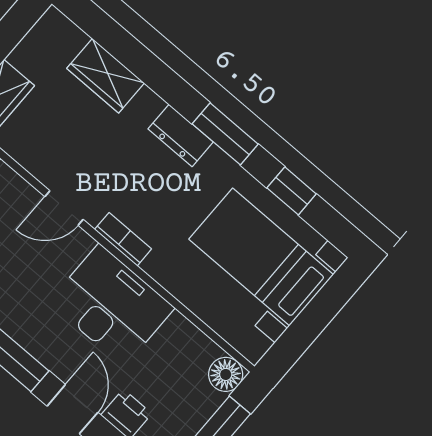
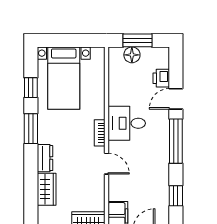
dresser: (181, 135) -> (45, 158), moved
desk: (112, 305) -> (127, 123), width x0.73
floor lamp: (226, 374) -> (132, 55), moved

